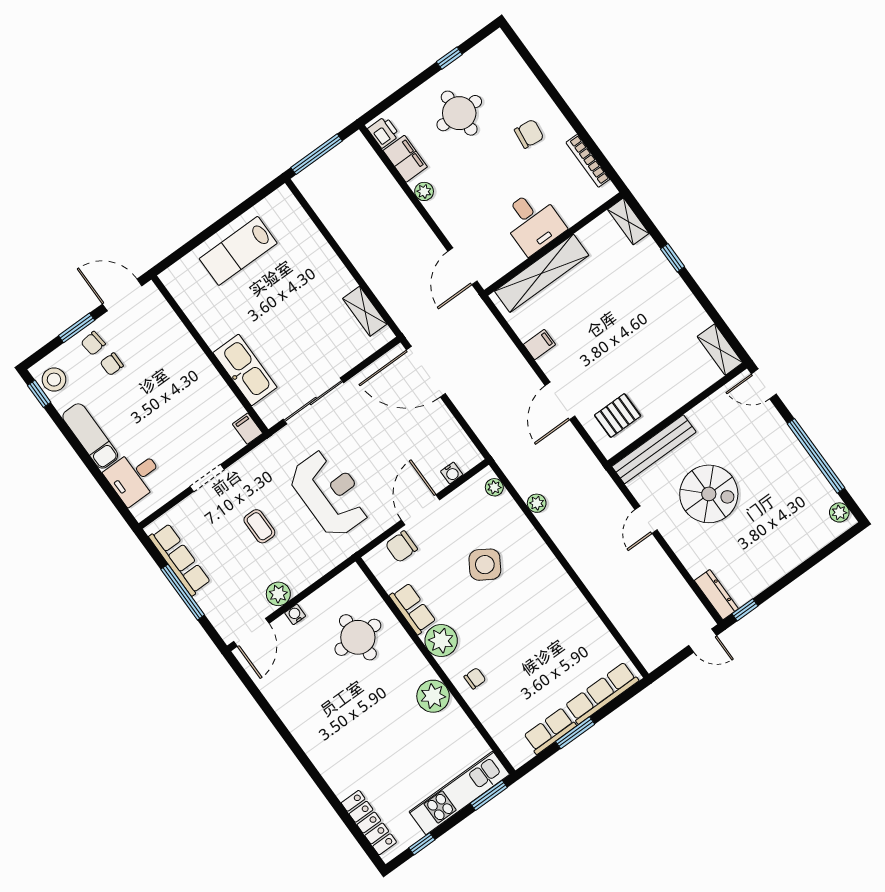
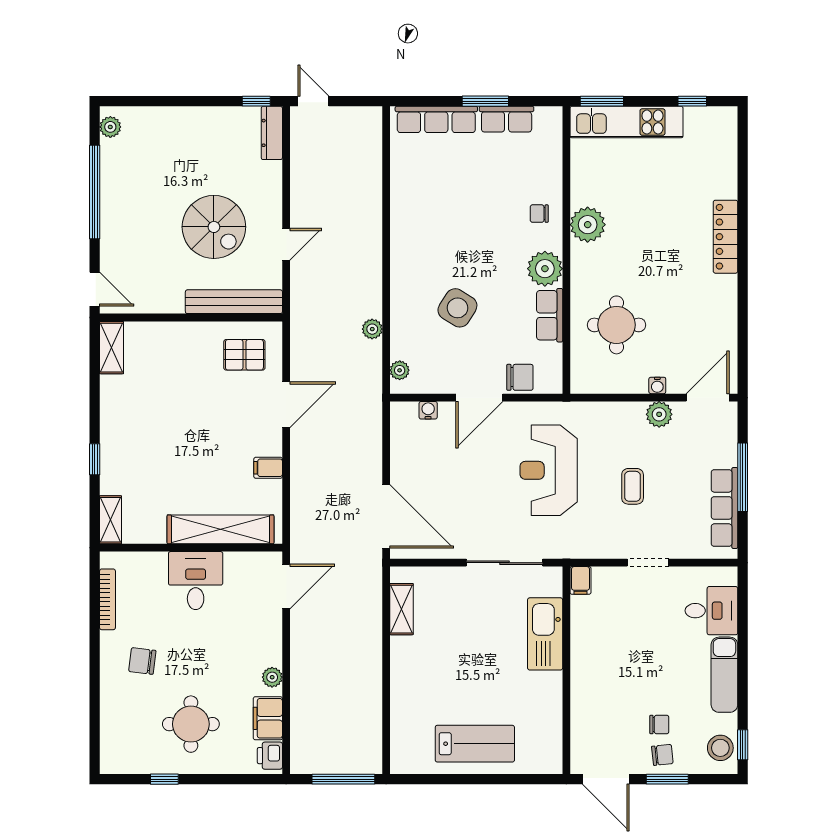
spiral stairs: (709, 494) -> (214, 227), turned 180
locker: (369, 823) -> (725, 237), moved

